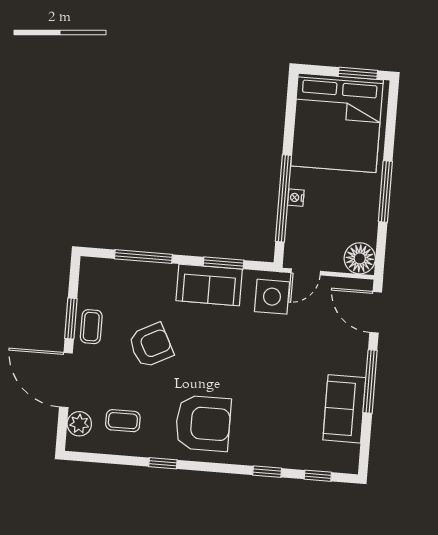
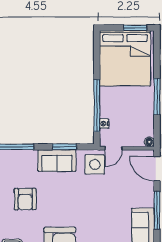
nightstand: (296, 198) -> (104, 124), moved
floor lamp: (360, 258) -> (149, 142), width x0.53, depth x0.53
armchair: (151, 345) -> (25, 199), turned 117

